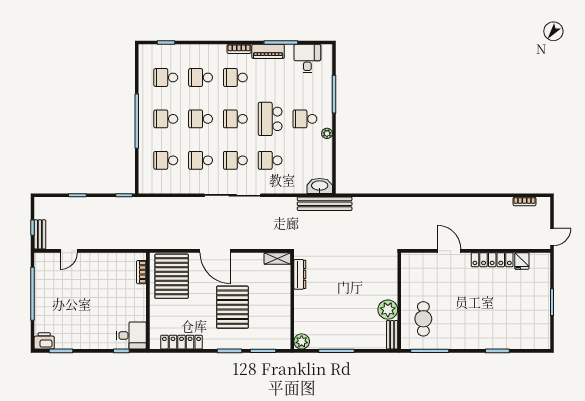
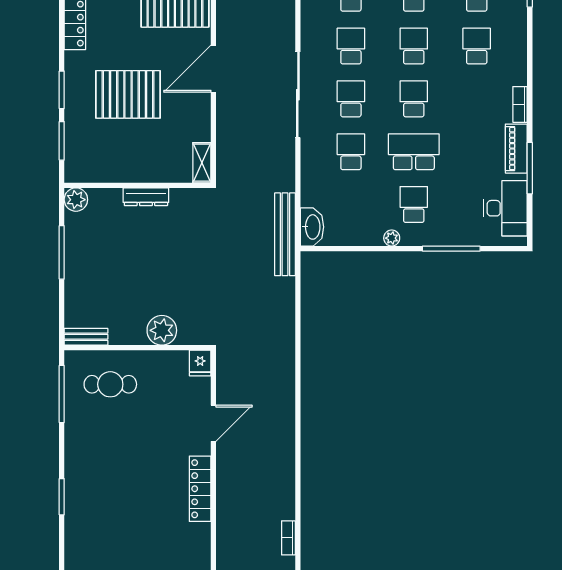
desk: (307, 59) -> (505, 208), width x1.37
school desk: (235, 77) -> (477, 99), removed
fridge: (522, 261) -> (200, 363), moved, turned -90
dresser: (300, 274) -> (146, 197), moved
plant: (388, 310) -> (162, 330), moved

